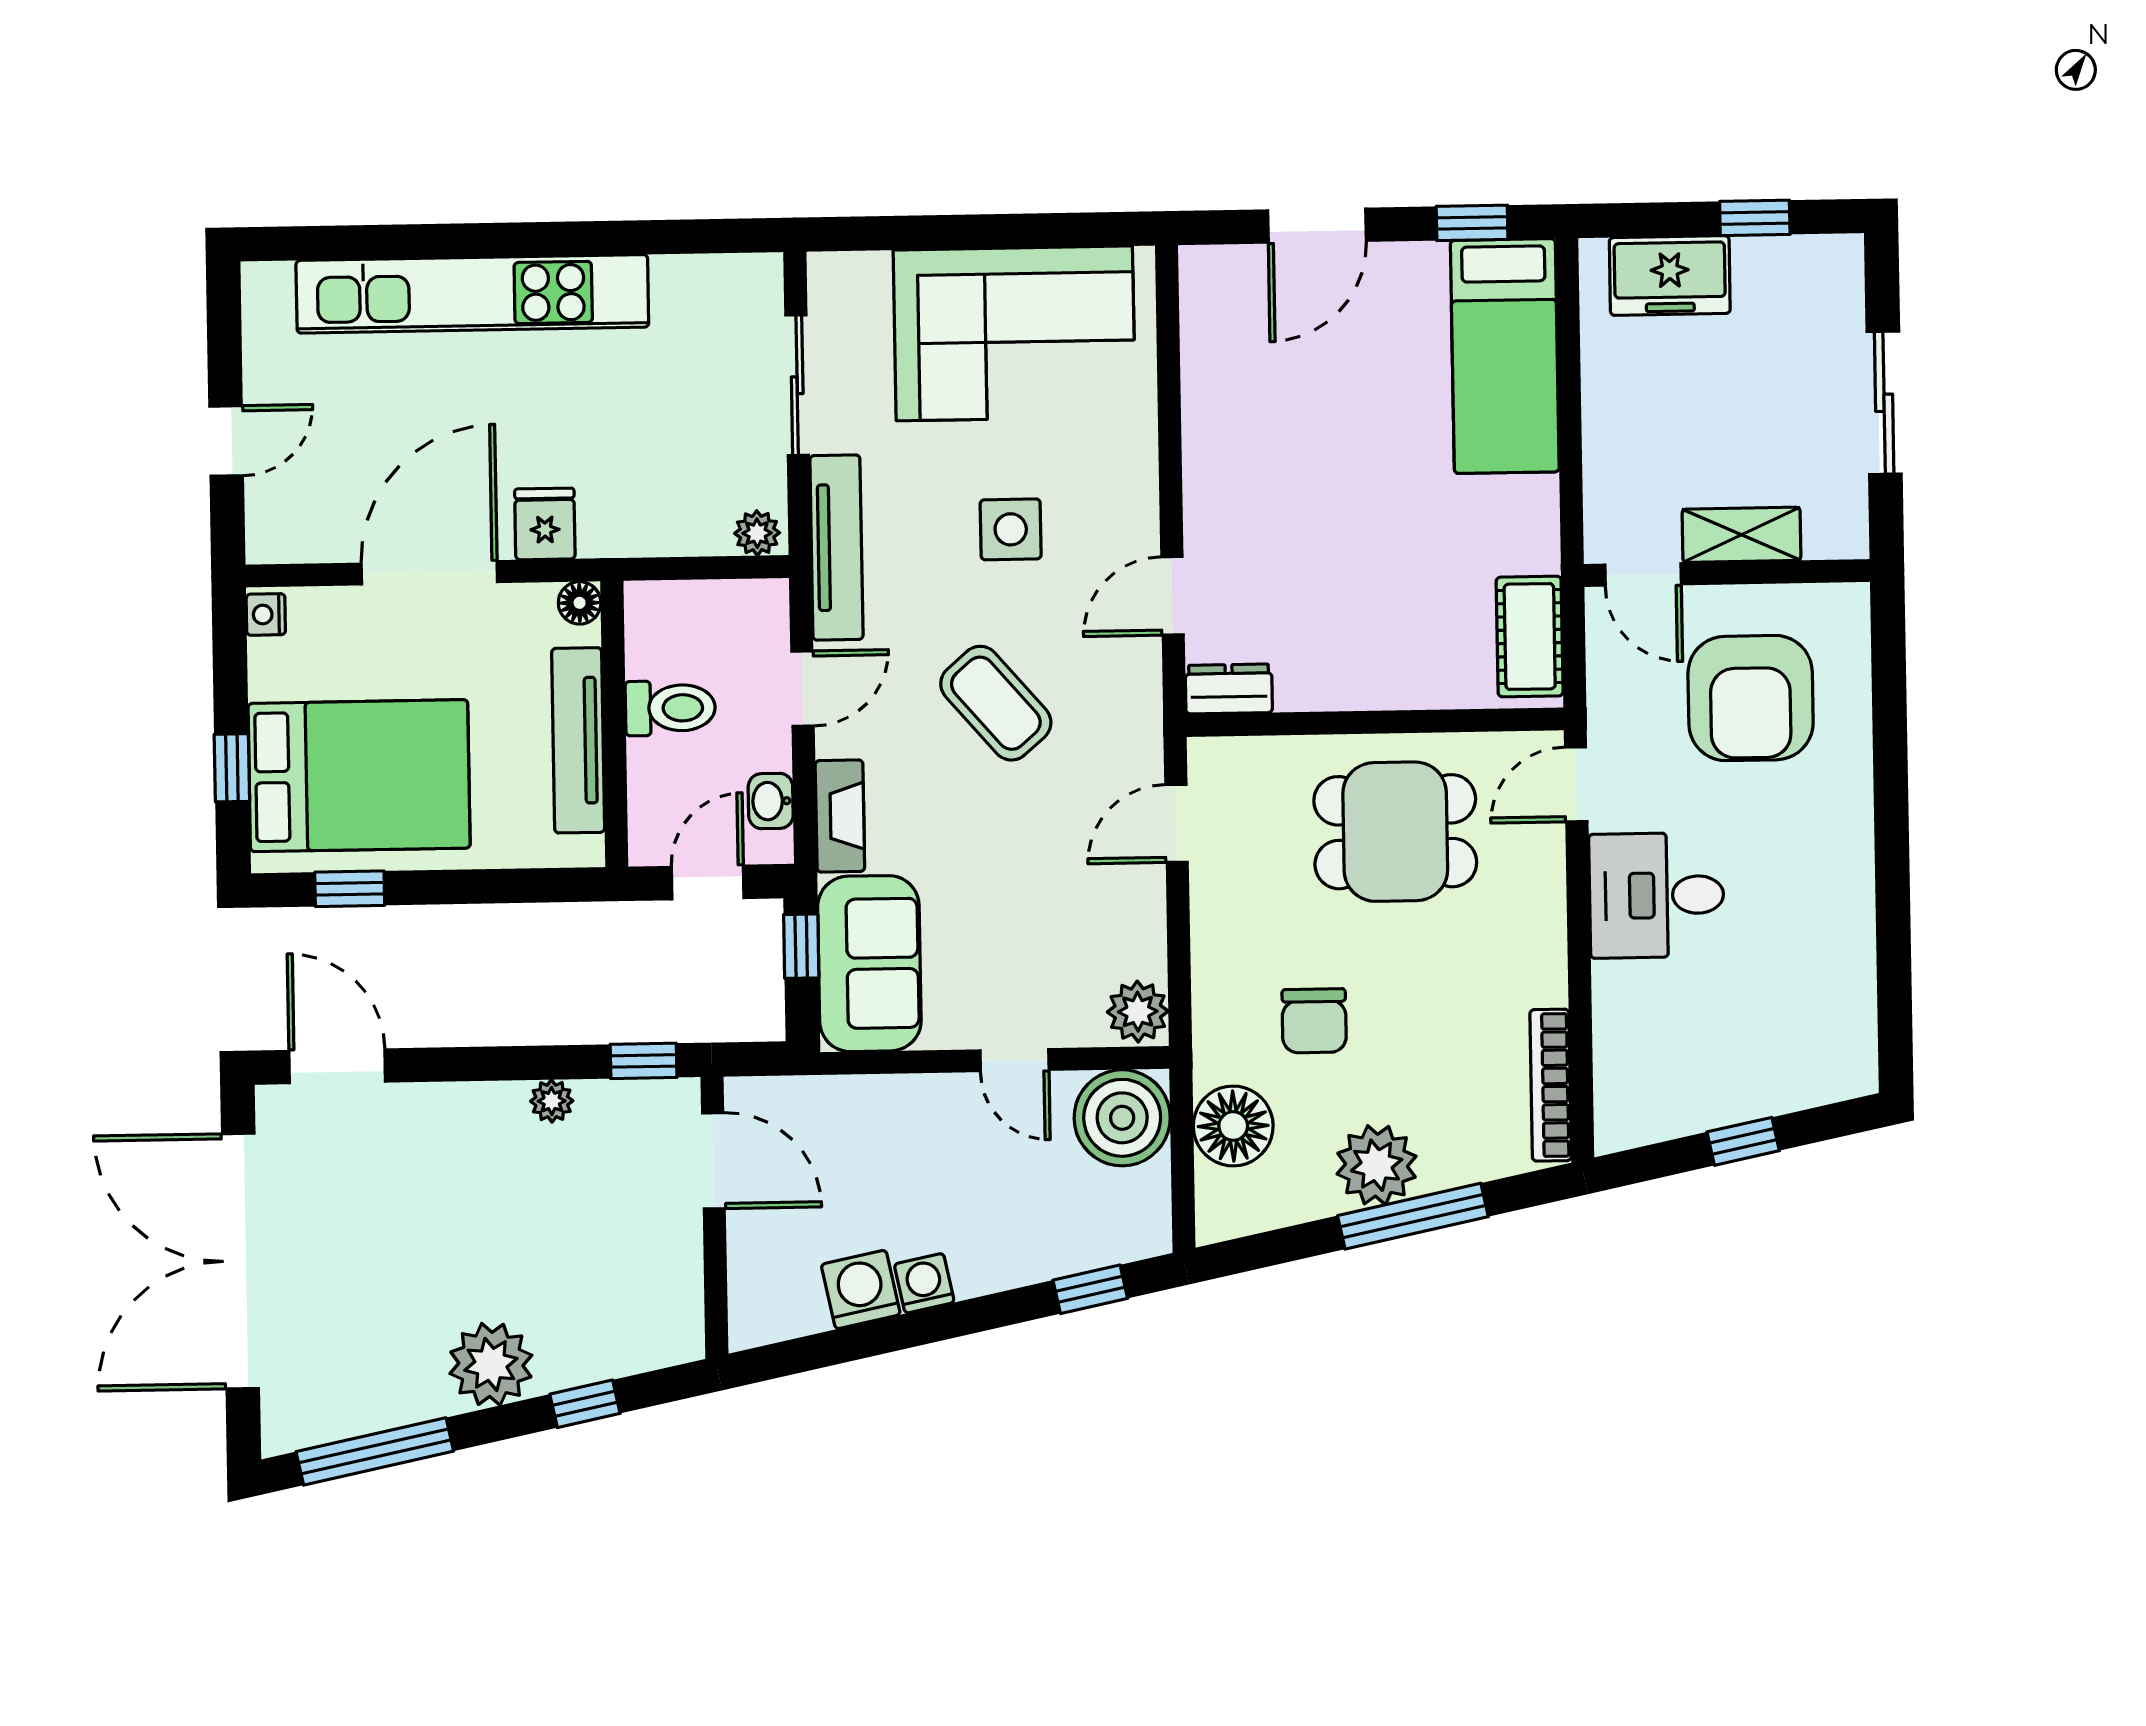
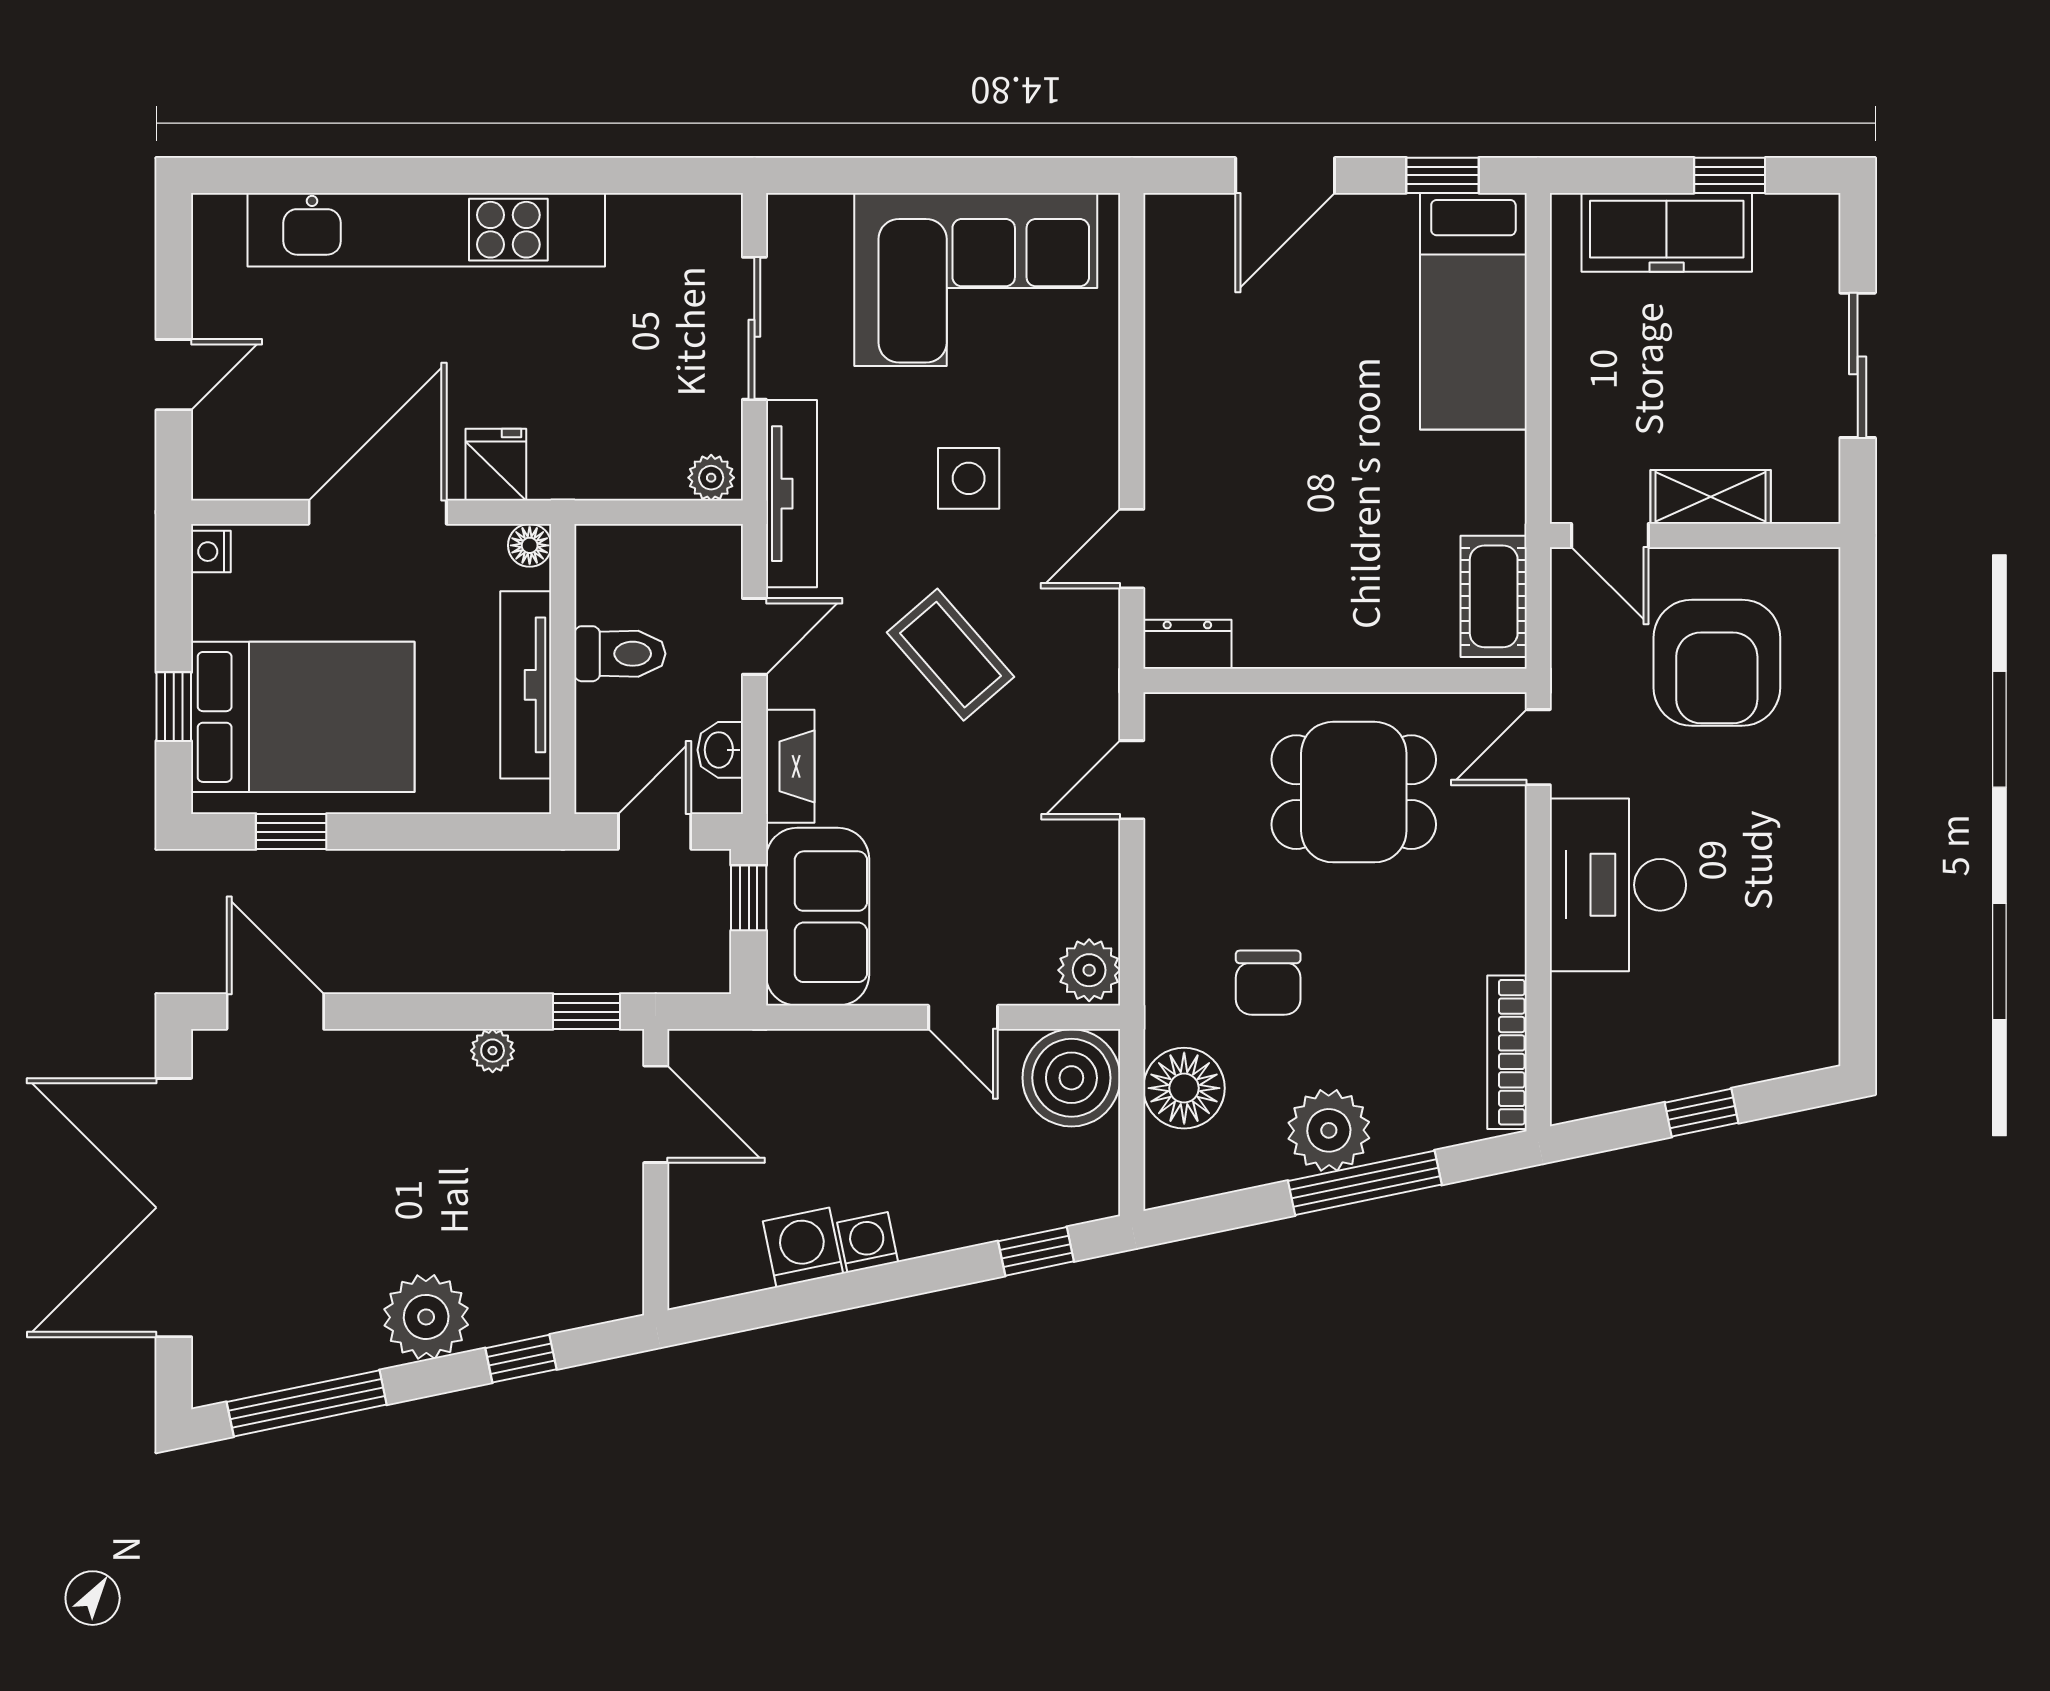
freezer: (1670, 276) -> (1667, 232), width x1.40
desk: (1657, 895) -> (1618, 885), width x1.37

